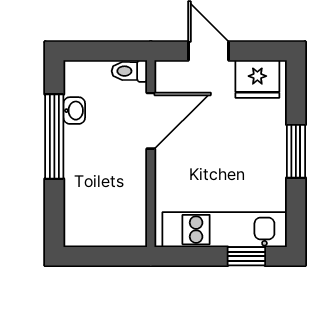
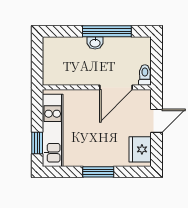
washbasin: (74, 111) -> (95, 43), moved
door: (151, 121) -> (116, 87), hinge flipped

